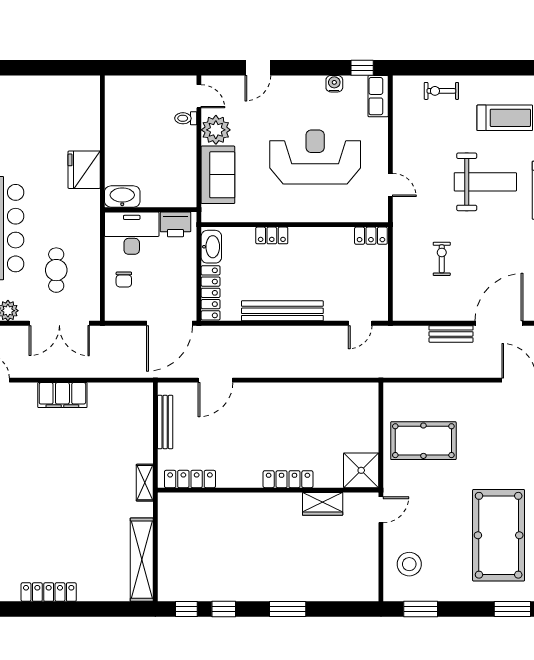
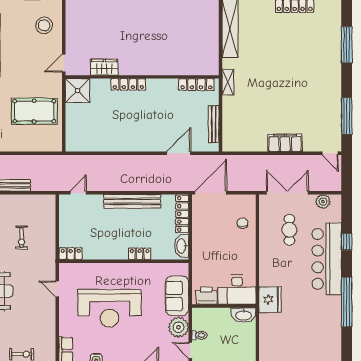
washbasin: (122, 196) -> (244, 315), moved
wall: (151, 210) -> (224, 306), moved
printer: (175, 224) -> (207, 296), moved
desk: (132, 233) -> (237, 290), moved

